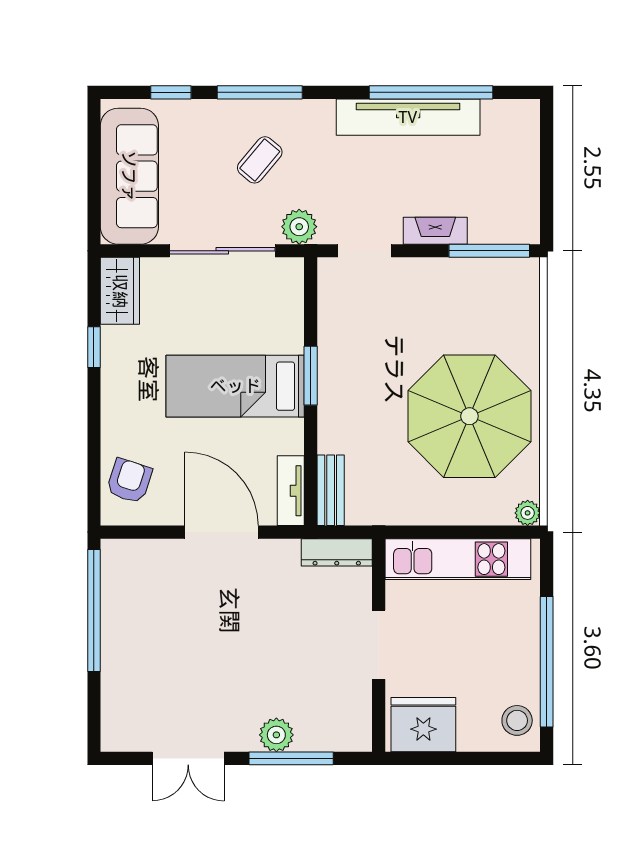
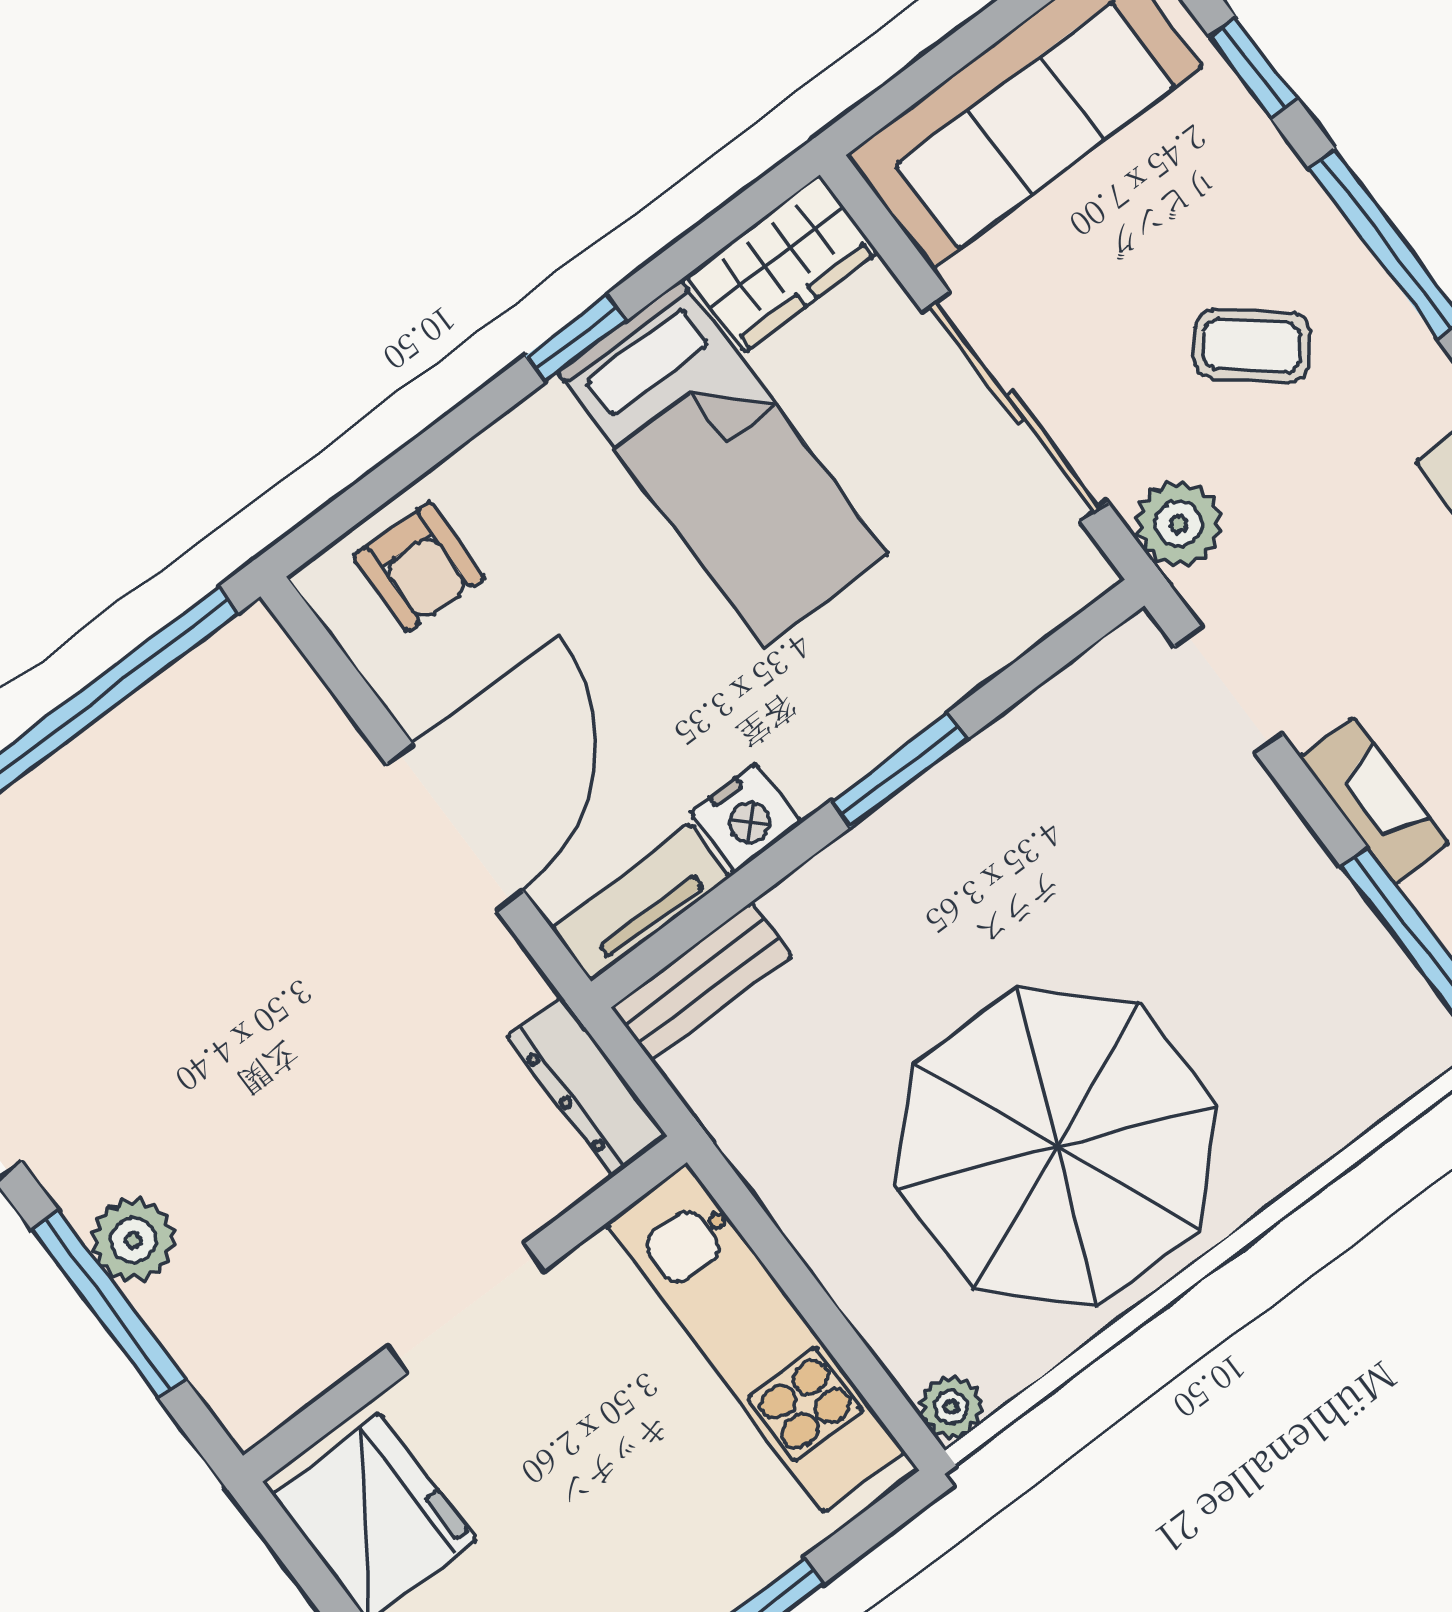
window: (94, 347) -> (576, 338), moved
bed: (235, 386) -> (723, 463), moved, turned 180
nightstand: (289, 436) -> (746, 818), added
armchair: (129, 481) -> (419, 567), turned 74

